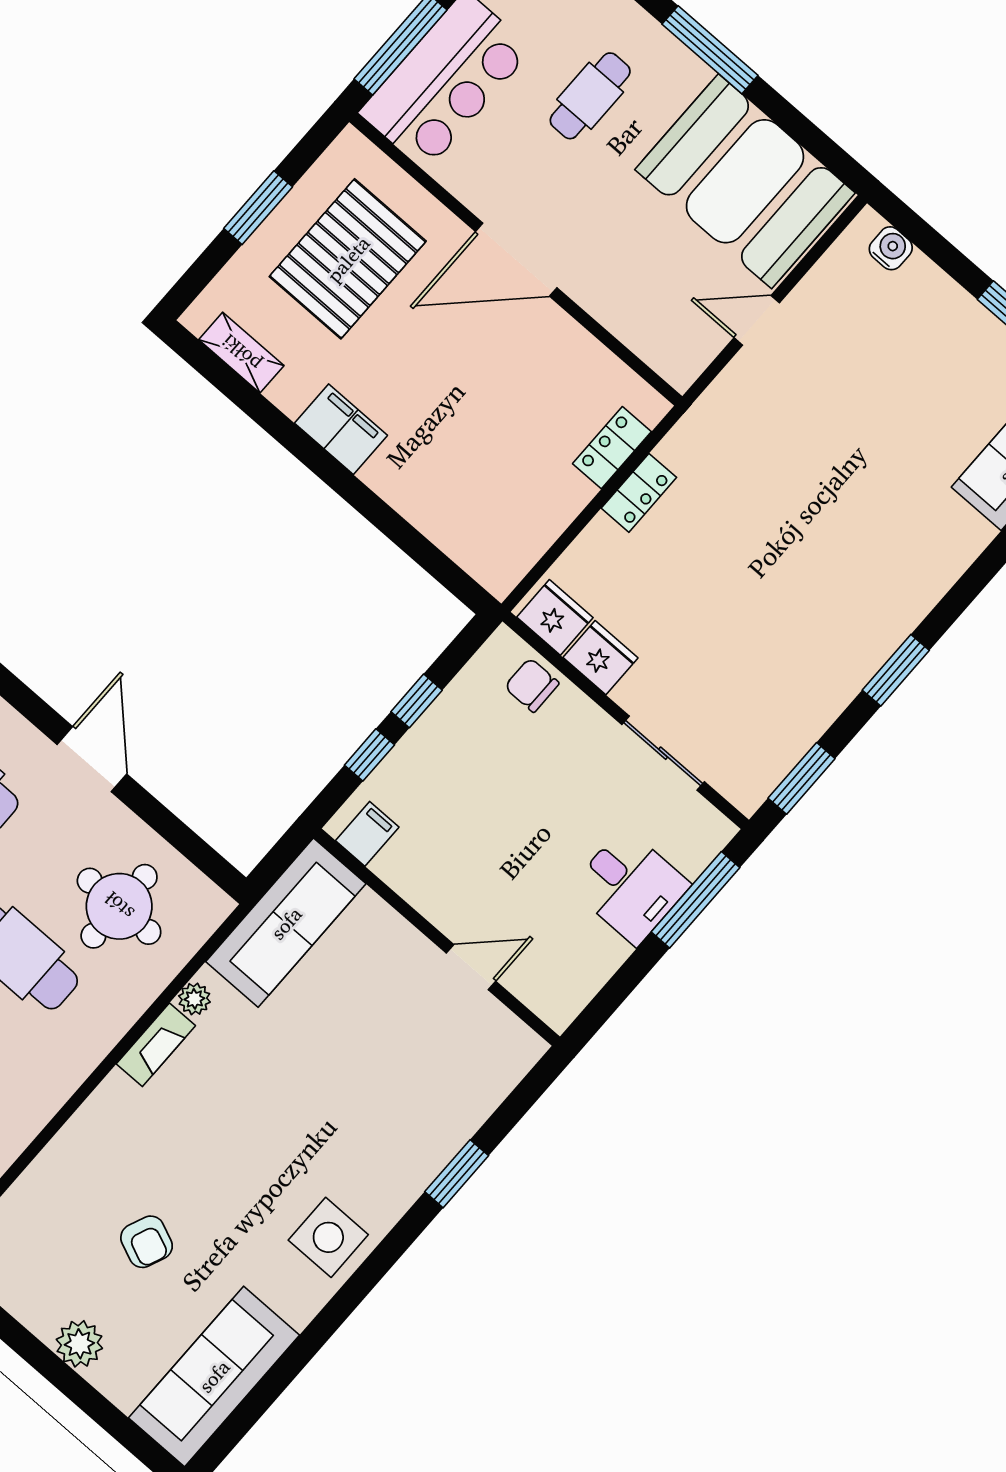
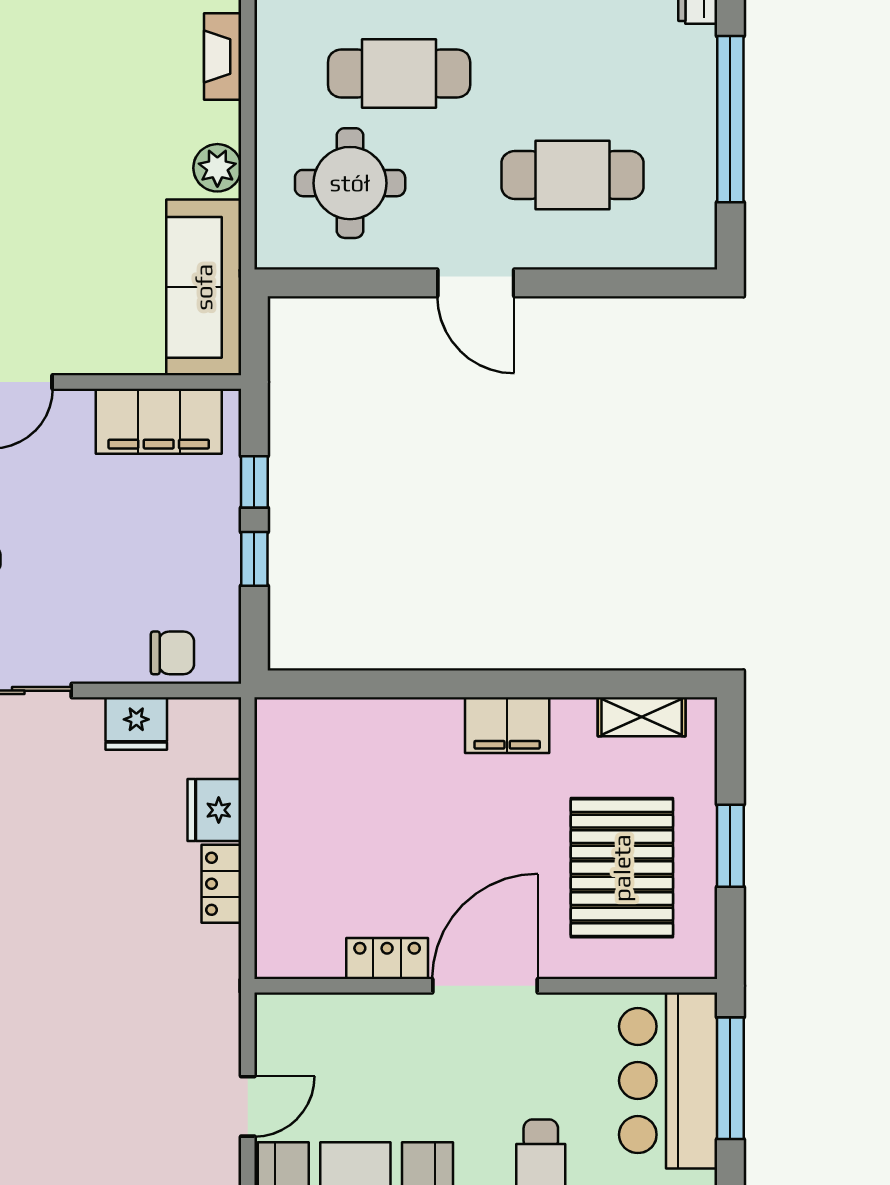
locker: (612, 448) -> (387, 959), moved, turned -90
fridge: (555, 617) -> (214, 810), moved, turned 90
filing cabinet: (367, 834) -> (159, 421), width x3.00, depth x1.17
plant: (194, 999) -> (217, 168), width x1.38, depth x1.38
fireplace: (156, 1045) -> (223, 56), moved

